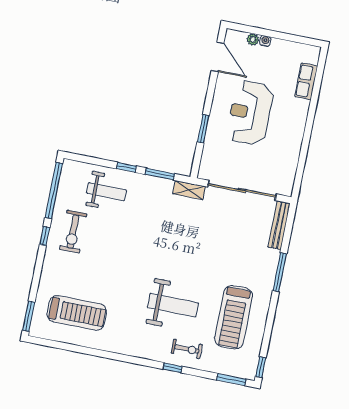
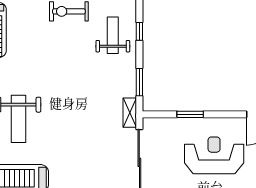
window: (126, 167) -> (139, 31), moved
weight bench: (106, 192) -> (113, 35), turned 180

